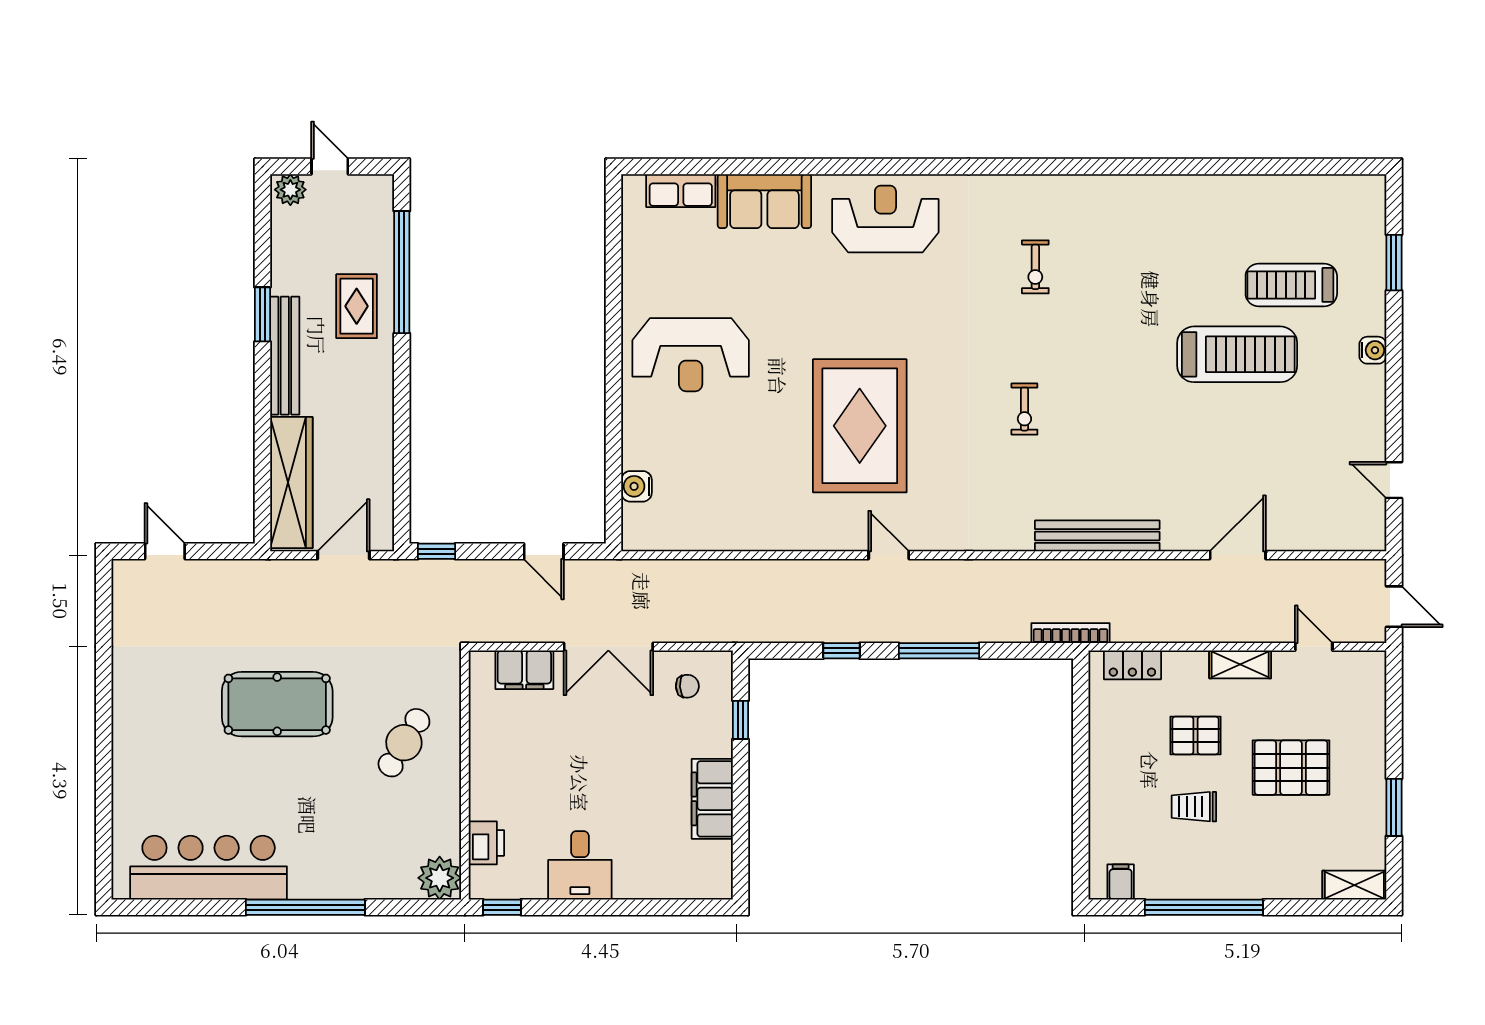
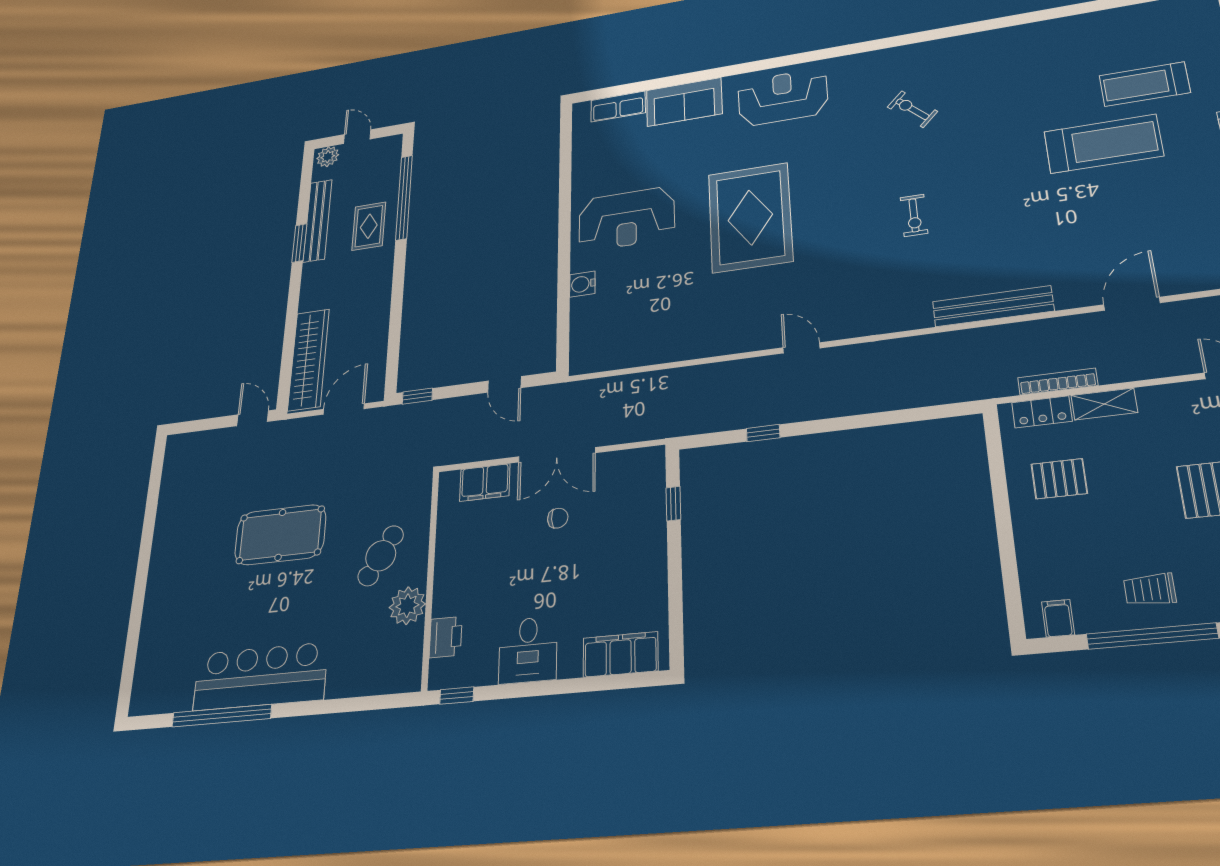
exercise bike: (1035, 267) -> (912, 109), turned 134
bench: (285, 356) -> (318, 221), moved
rug: (860, 426) -> (750, 217), moved
water cooler: (636, 486) -> (582, 284), moved
door: (165, 551) -> (253, 418), moved
bookcase: (1070, 633) -> (1058, 382), moved
window: (939, 651) -> (853, 422), removed
shelving: (1240, 664) -> (1104, 404), moved
chair: (687, 686) -> (558, 518), moved
pallet: (1195, 736) -> (1059, 479), moved
filing cabinet: (712, 799) -> (621, 654), moved, turned 90
trolley: (1194, 807) -> (1150, 590), moved
bar counter: (209, 868) -> (260, 677), moved
plant: (440, 878) -> (407, 606), moved
window: (305, 907) -> (222, 716), moved

